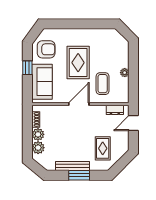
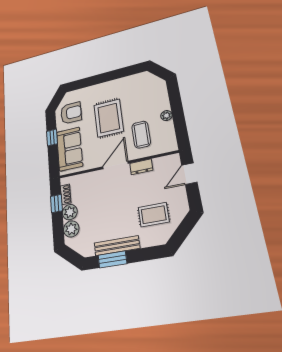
dresser: (115, 110) -> (141, 167), moved
window: (27, 125) -> (56, 204), added
rug: (103, 148) -> (154, 215), turned 90
window: (79, 175) -> (112, 259), moved

